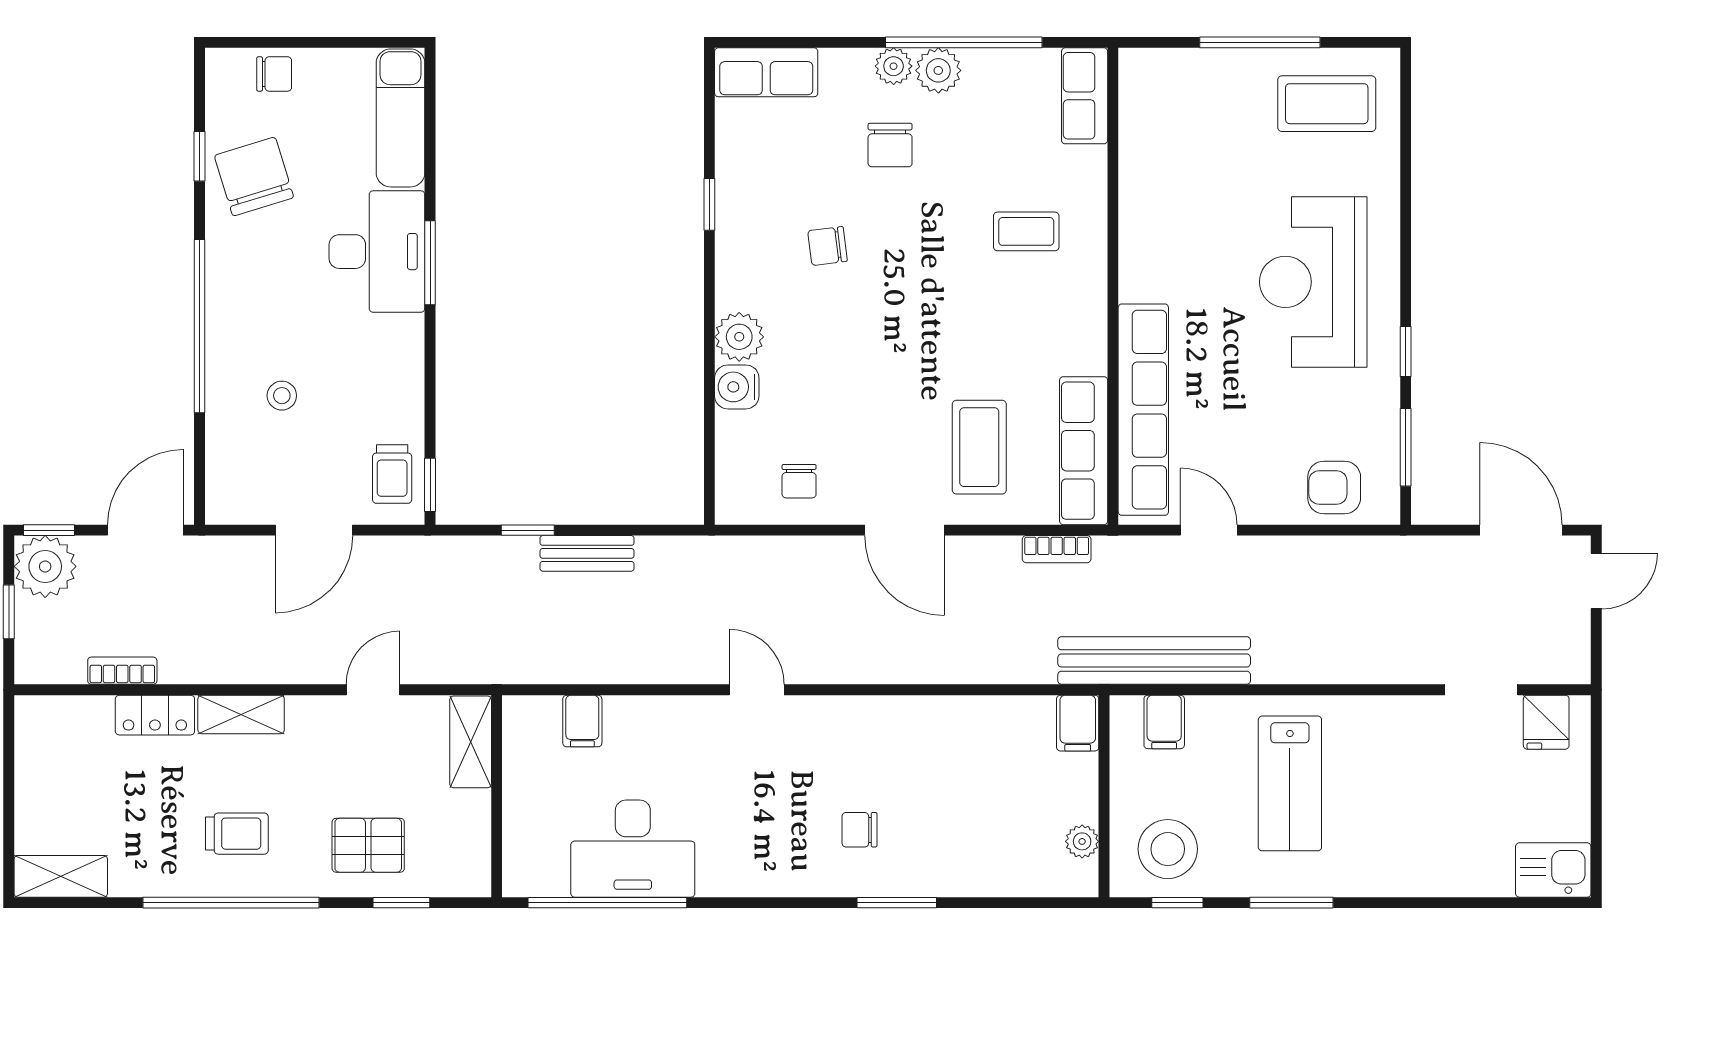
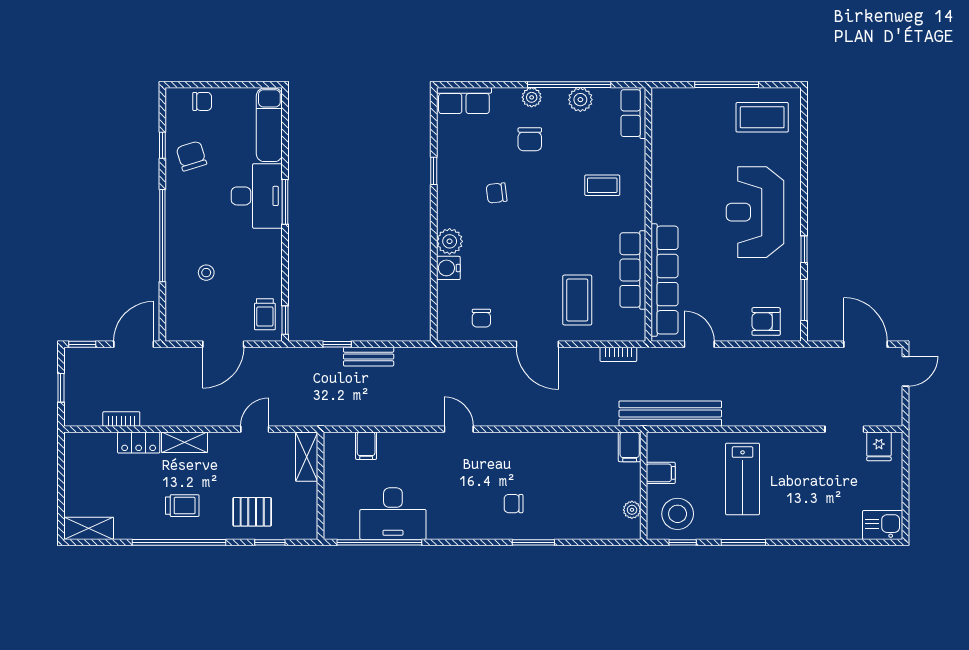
plant: (938, 70) -> (580, 100), moved
chair: (254, 176) -> (191, 156), width x0.73, depth x0.73
row of seats: (1084, 451) -> (633, 270), moved
plant: (45, 566) -> (80, 364), removed
filing cabinet: (1164, 722) -> (661, 473), moved, turned -90

